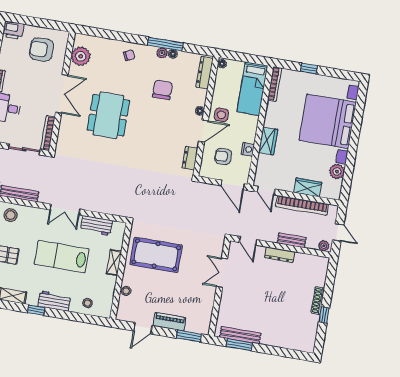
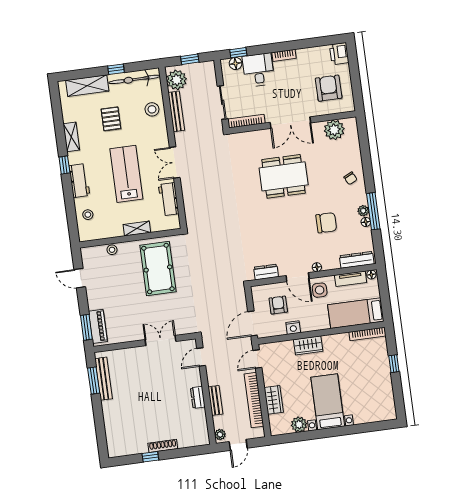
tv unit: (220, 84) -> (351, 279), added
bed with nightstands: (328, 121) -> (328, 402), width x0.54
dresser: (280, 255) -> (198, 397), width x0.70
piano: (170, 322) -> (98, 326), moved

